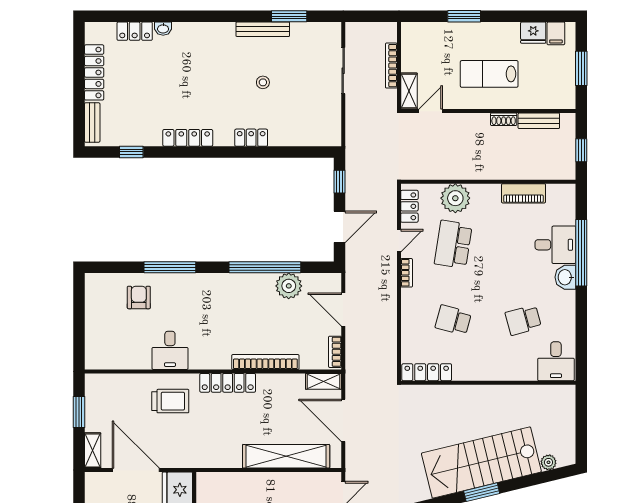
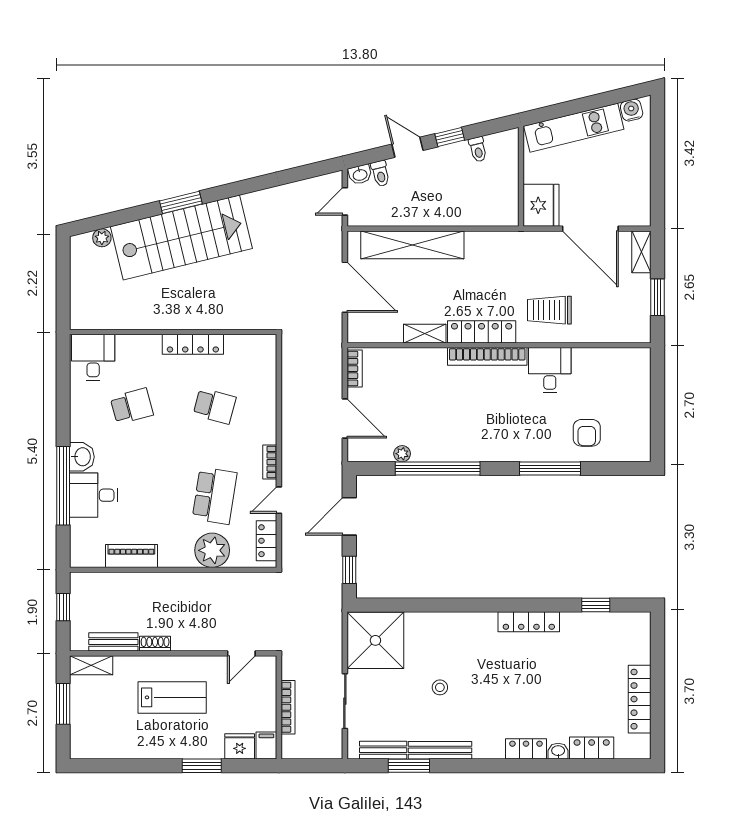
fridge: (533, 33) -> (240, 746), moved
filing cabinet: (556, 33) -> (266, 745), moved
shelving: (409, 91) -> (91, 665), moved, turned 90
bench: (92, 122) -> (383, 750), moved, turned 90
shower: (317, 122) -> (375, 640), added
locker: (251, 138) -> (526, 749), moved, turned 180
plant: (289, 286) -> (402, 454), width x0.53, depth x0.53
bookcase: (265, 362) -> (487, 356), moved
locker: (427, 372) -> (193, 344), moved
shelving: (323, 381) -> (425, 334), moved

